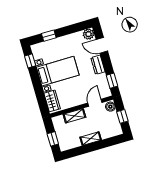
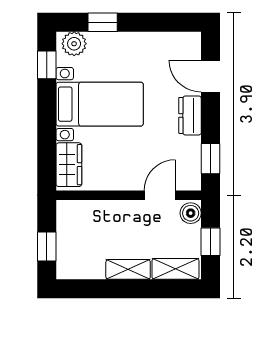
plant: (88, 34) -> (74, 44), moved
shelving: (74, 116) -> (175, 269), moved

